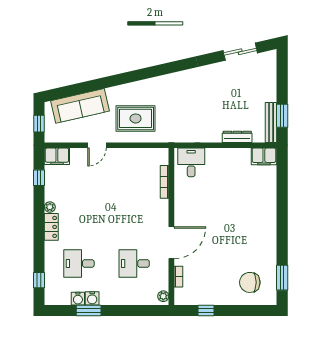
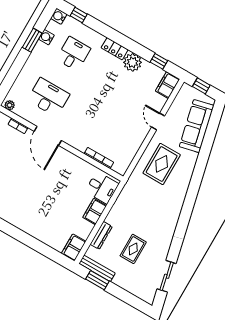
rug: (232, 99) -> (133, 249), added
filing cabinet: (218, 156) -> (95, 212), added
plant: (50, 207) -> (133, 62), width x1.88, depth x1.88
desk: (134, 264) -> (48, 97), width x1.37
water cooler: (92, 298) -> (59, 16), moved

